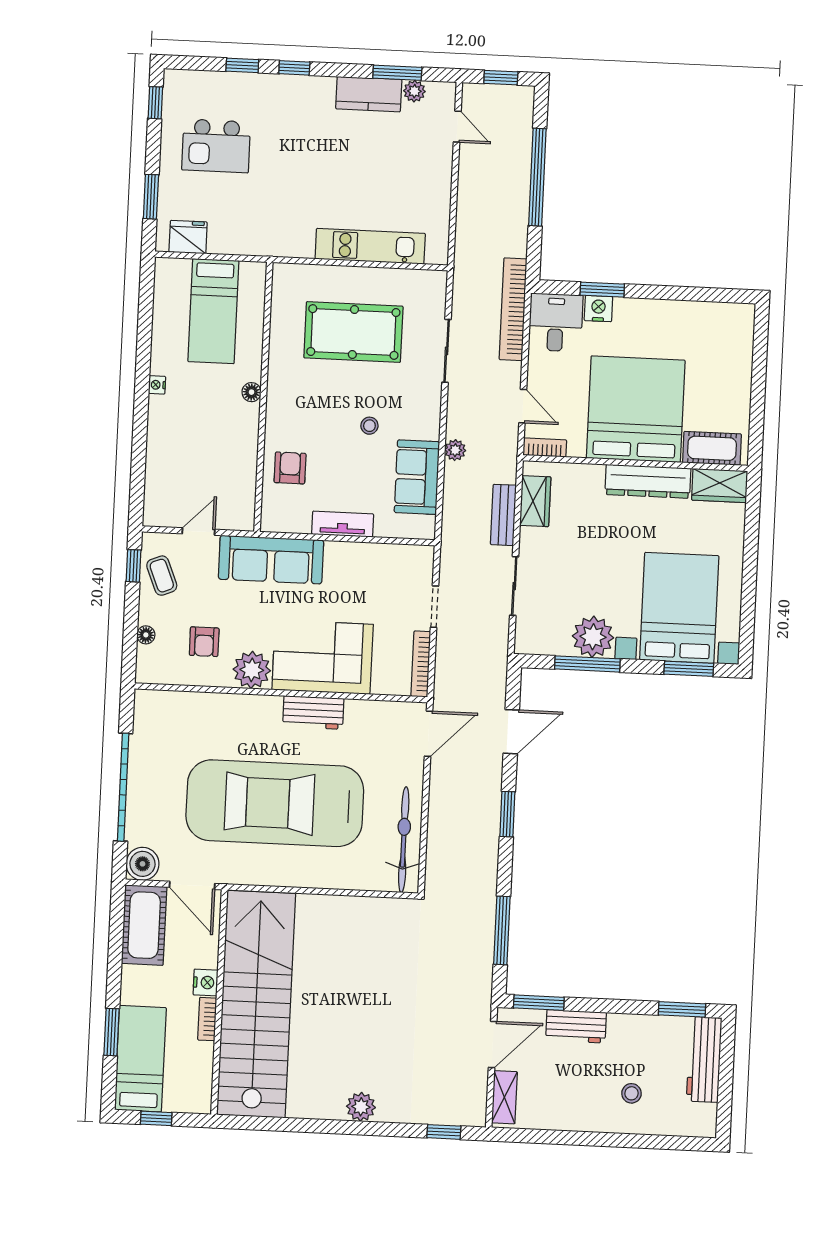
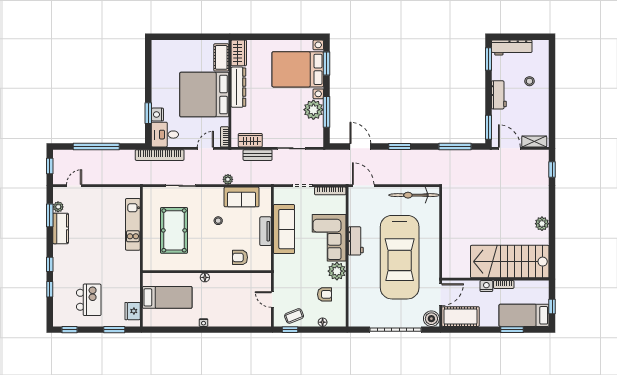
sofa: (271, 560) -> (284, 229), moved
stairs: (256, 1004) -> (510, 262), width x0.73
workbench: (576, 1026) -> (499, 95), moved
plant: (361, 1107) -> (542, 224), moved

